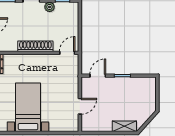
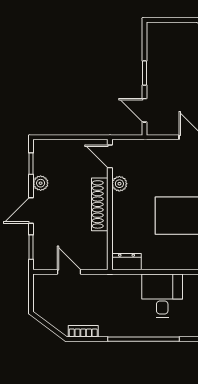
plant: (49, 59) -> (119, 184), added

